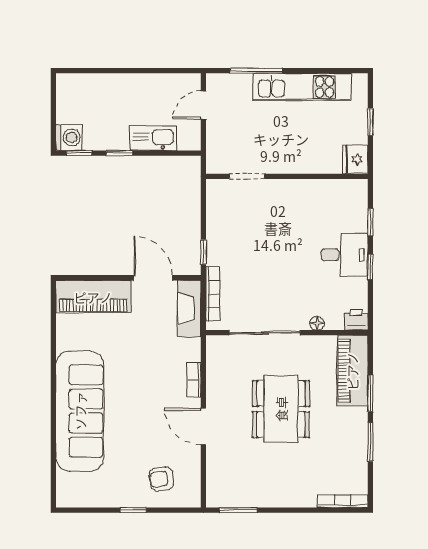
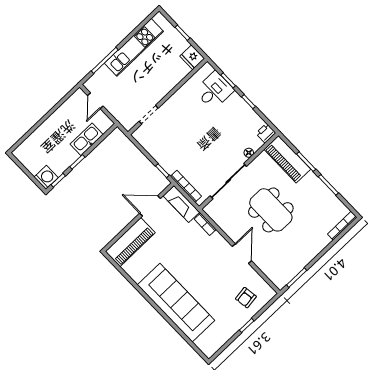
desk: (344, 255) -> (214, 90), moved
bookcase: (194, 380) -> (205, 224), moved
door: (203, 426) -> (242, 254), swing flipped

